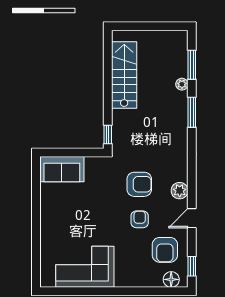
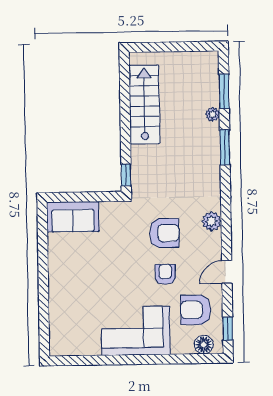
plant: (180, 191) -> (212, 221), moved
armchair: (165, 250) -> (196, 310), turned 90
corner sofa: (85, 267) -> (136, 331), moved

